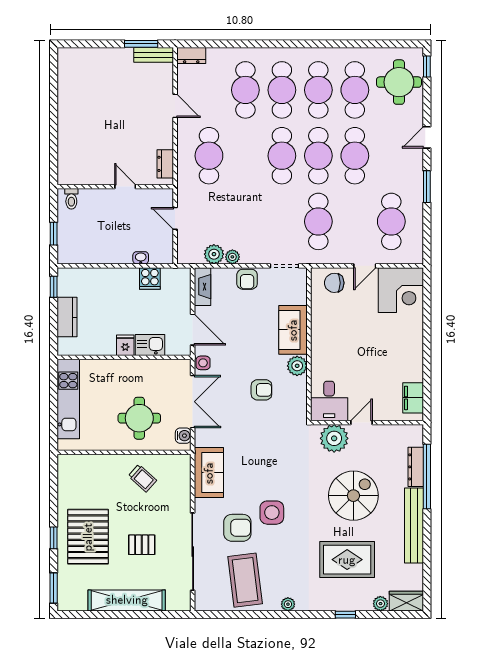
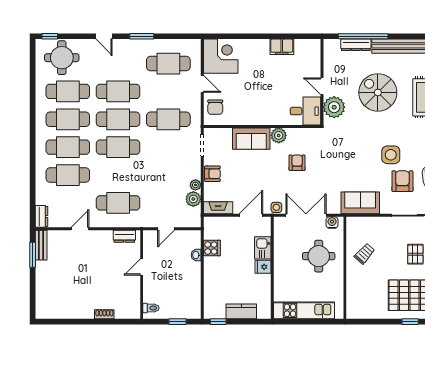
shoe rack: (63, 138) -> (104, 314), added
filing cabinet: (413, 398) -> (282, 47), moved

